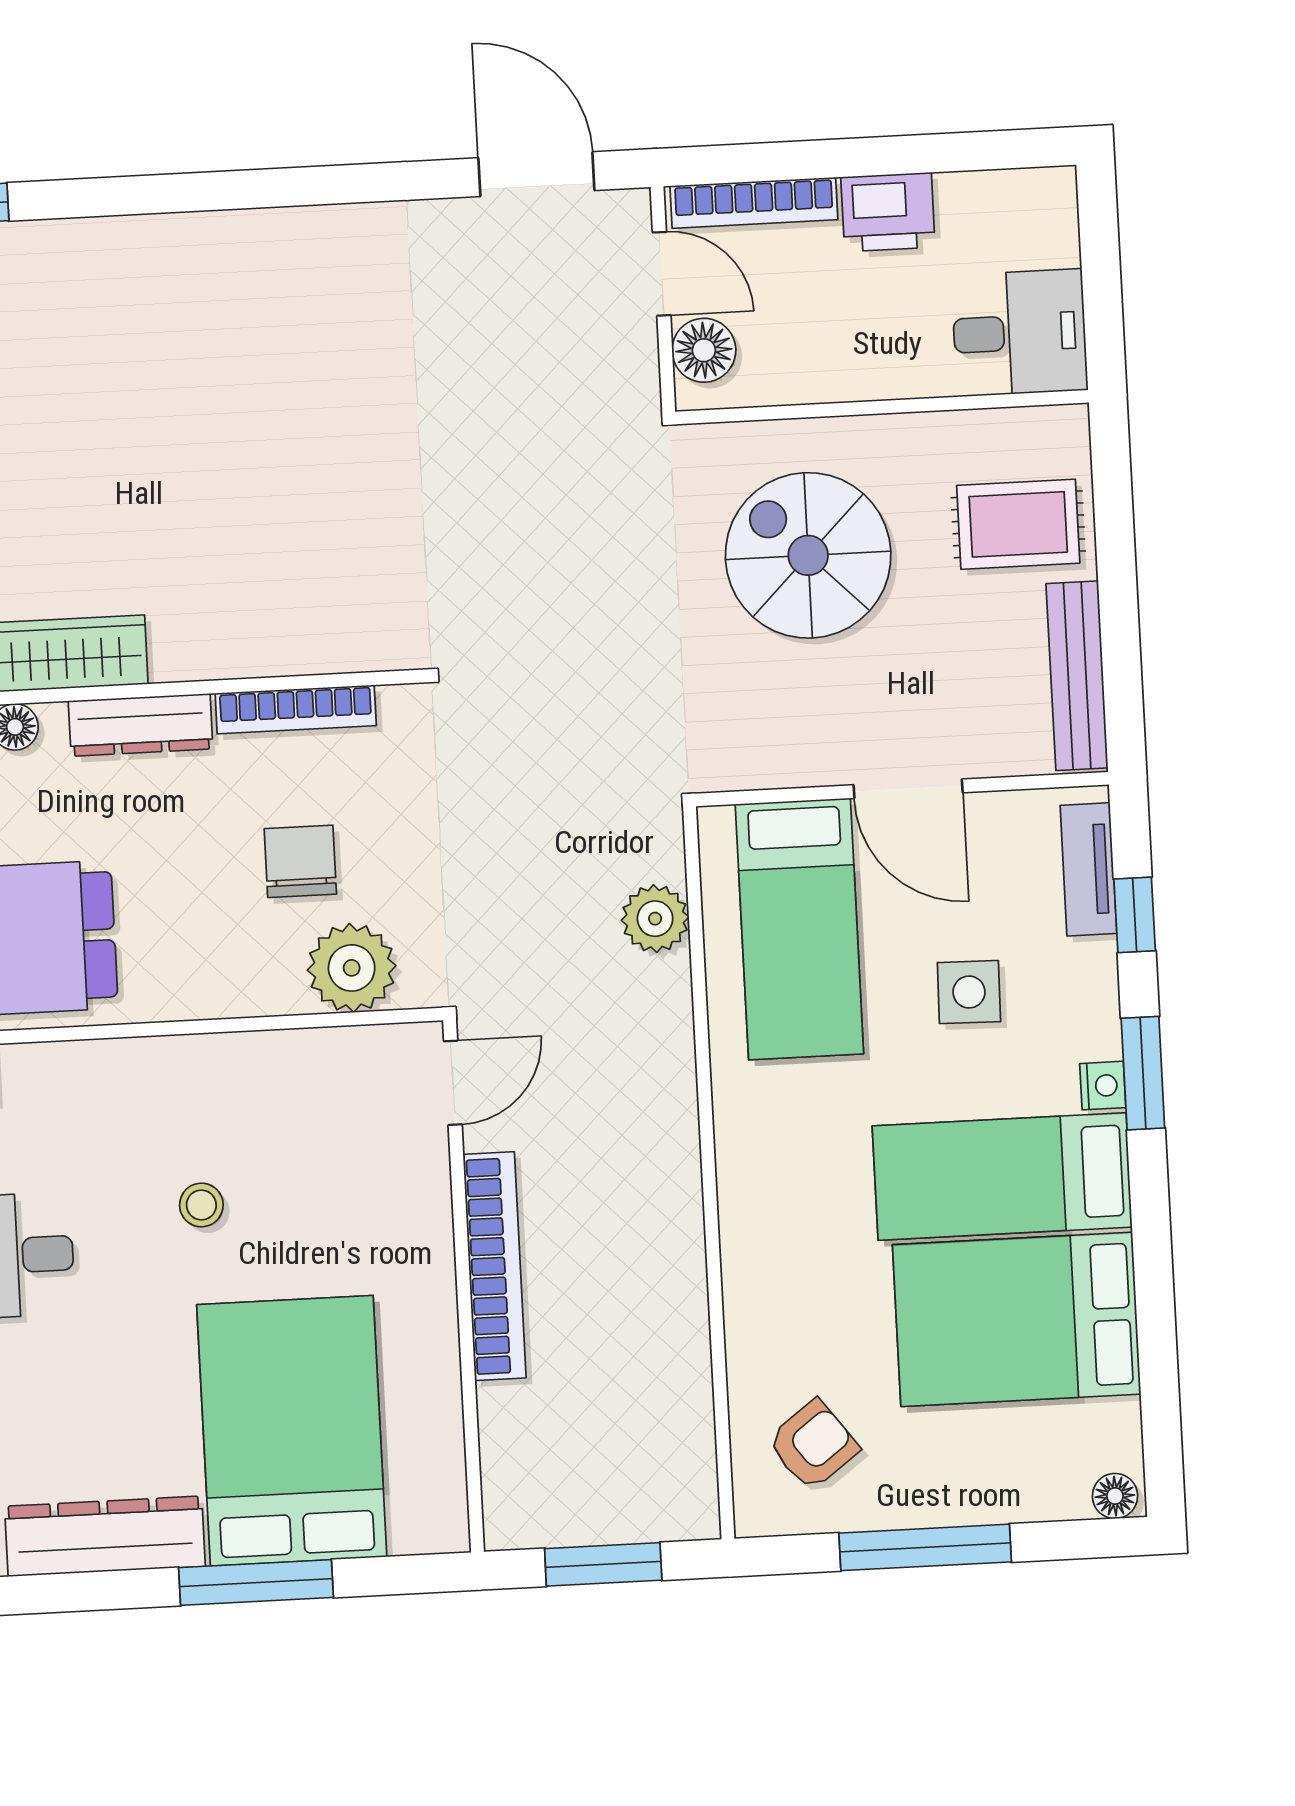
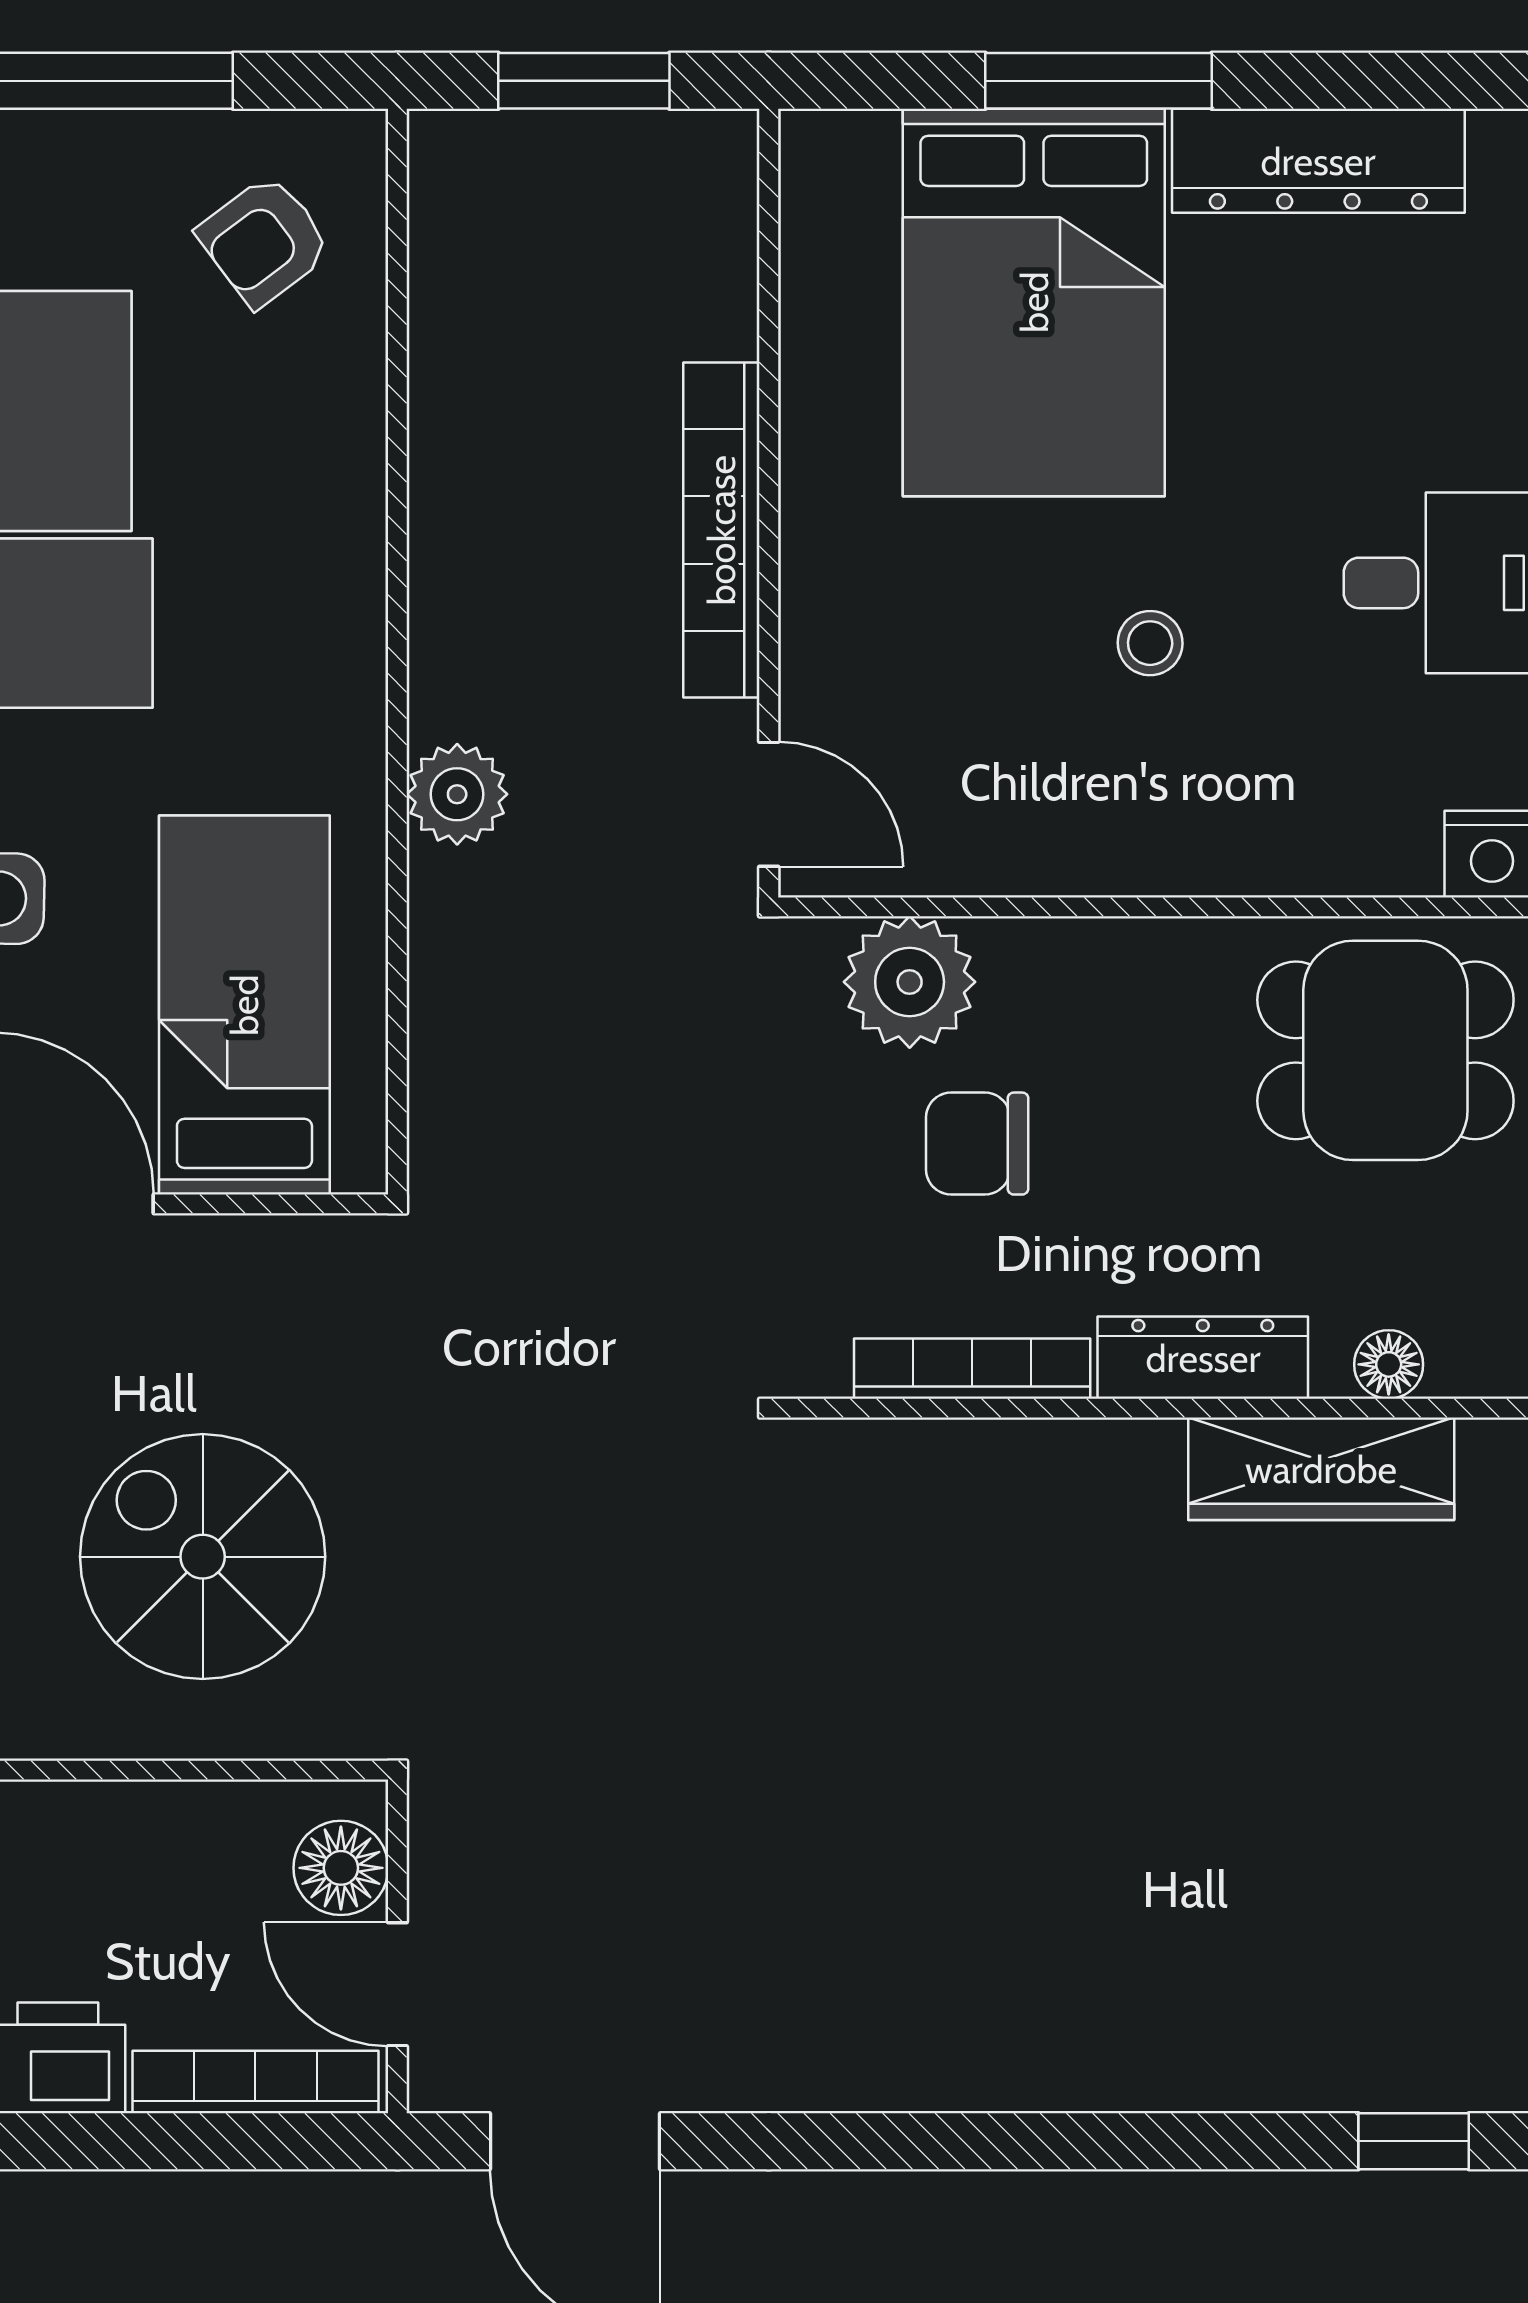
spiral stairs: (808, 555) -> (203, 1557), turned 180
chair: (300, 861) -> (977, 1144), turned 90
plant: (655, 919) -> (457, 794), moved
door: (453, 1083) -> (769, 804), swing flipped

